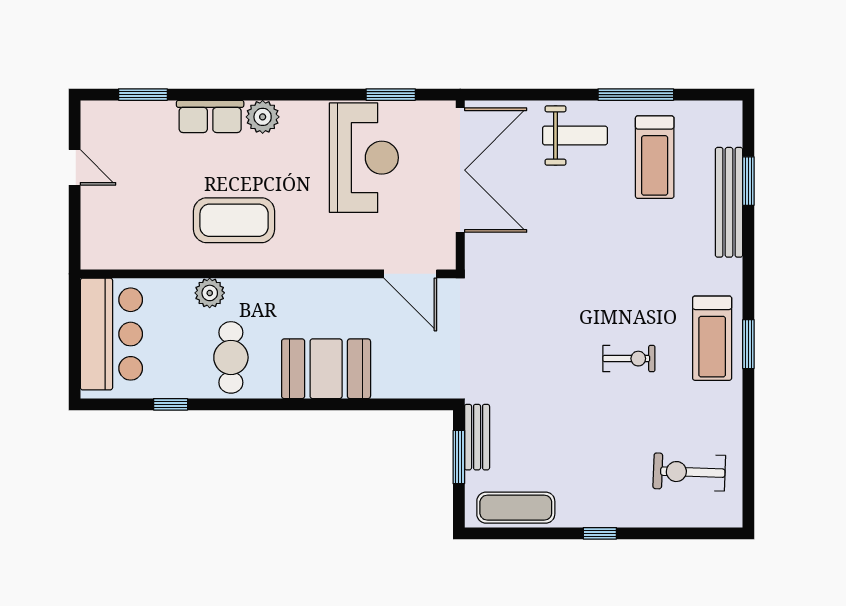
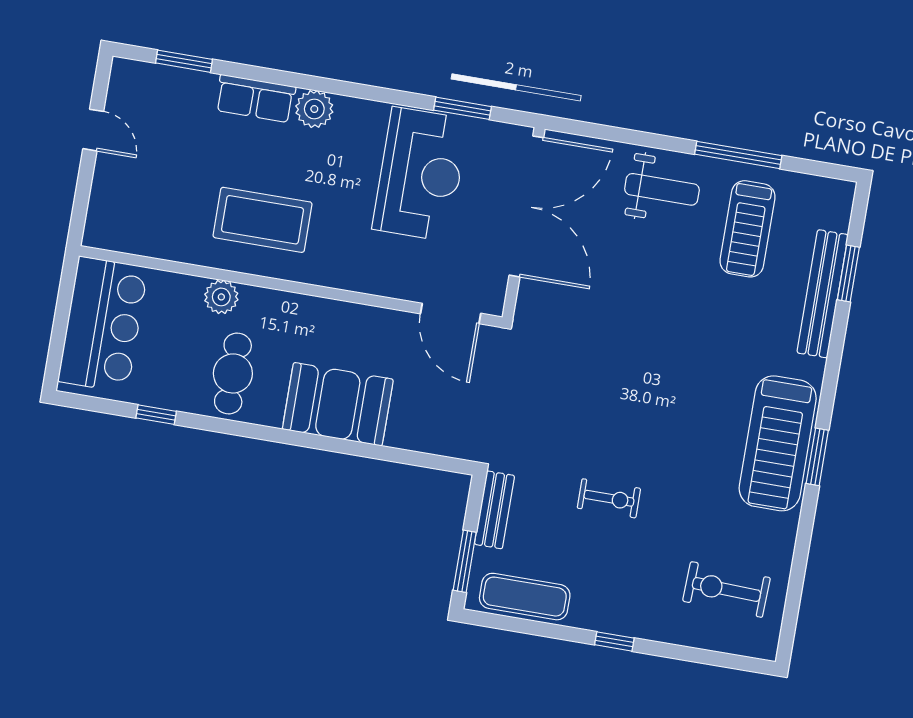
treadmill: (712, 338) -> (778, 443), width x1.37, depth x1.38
exercise bike: (629, 359) -> (609, 498), moved
window: (459, 457) -> (465, 561), moved

